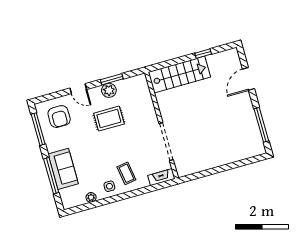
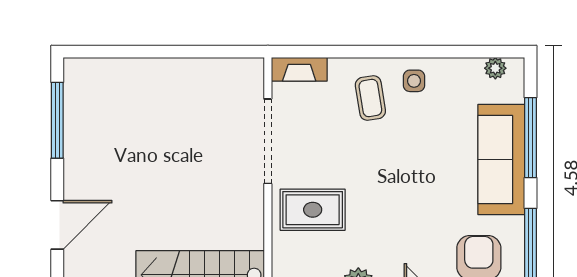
rug: (109, 119) -> (313, 210), moved
sofa: (63, 169) -> (501, 160), width x1.36
plant: (91, 197) -> (495, 68), moved

